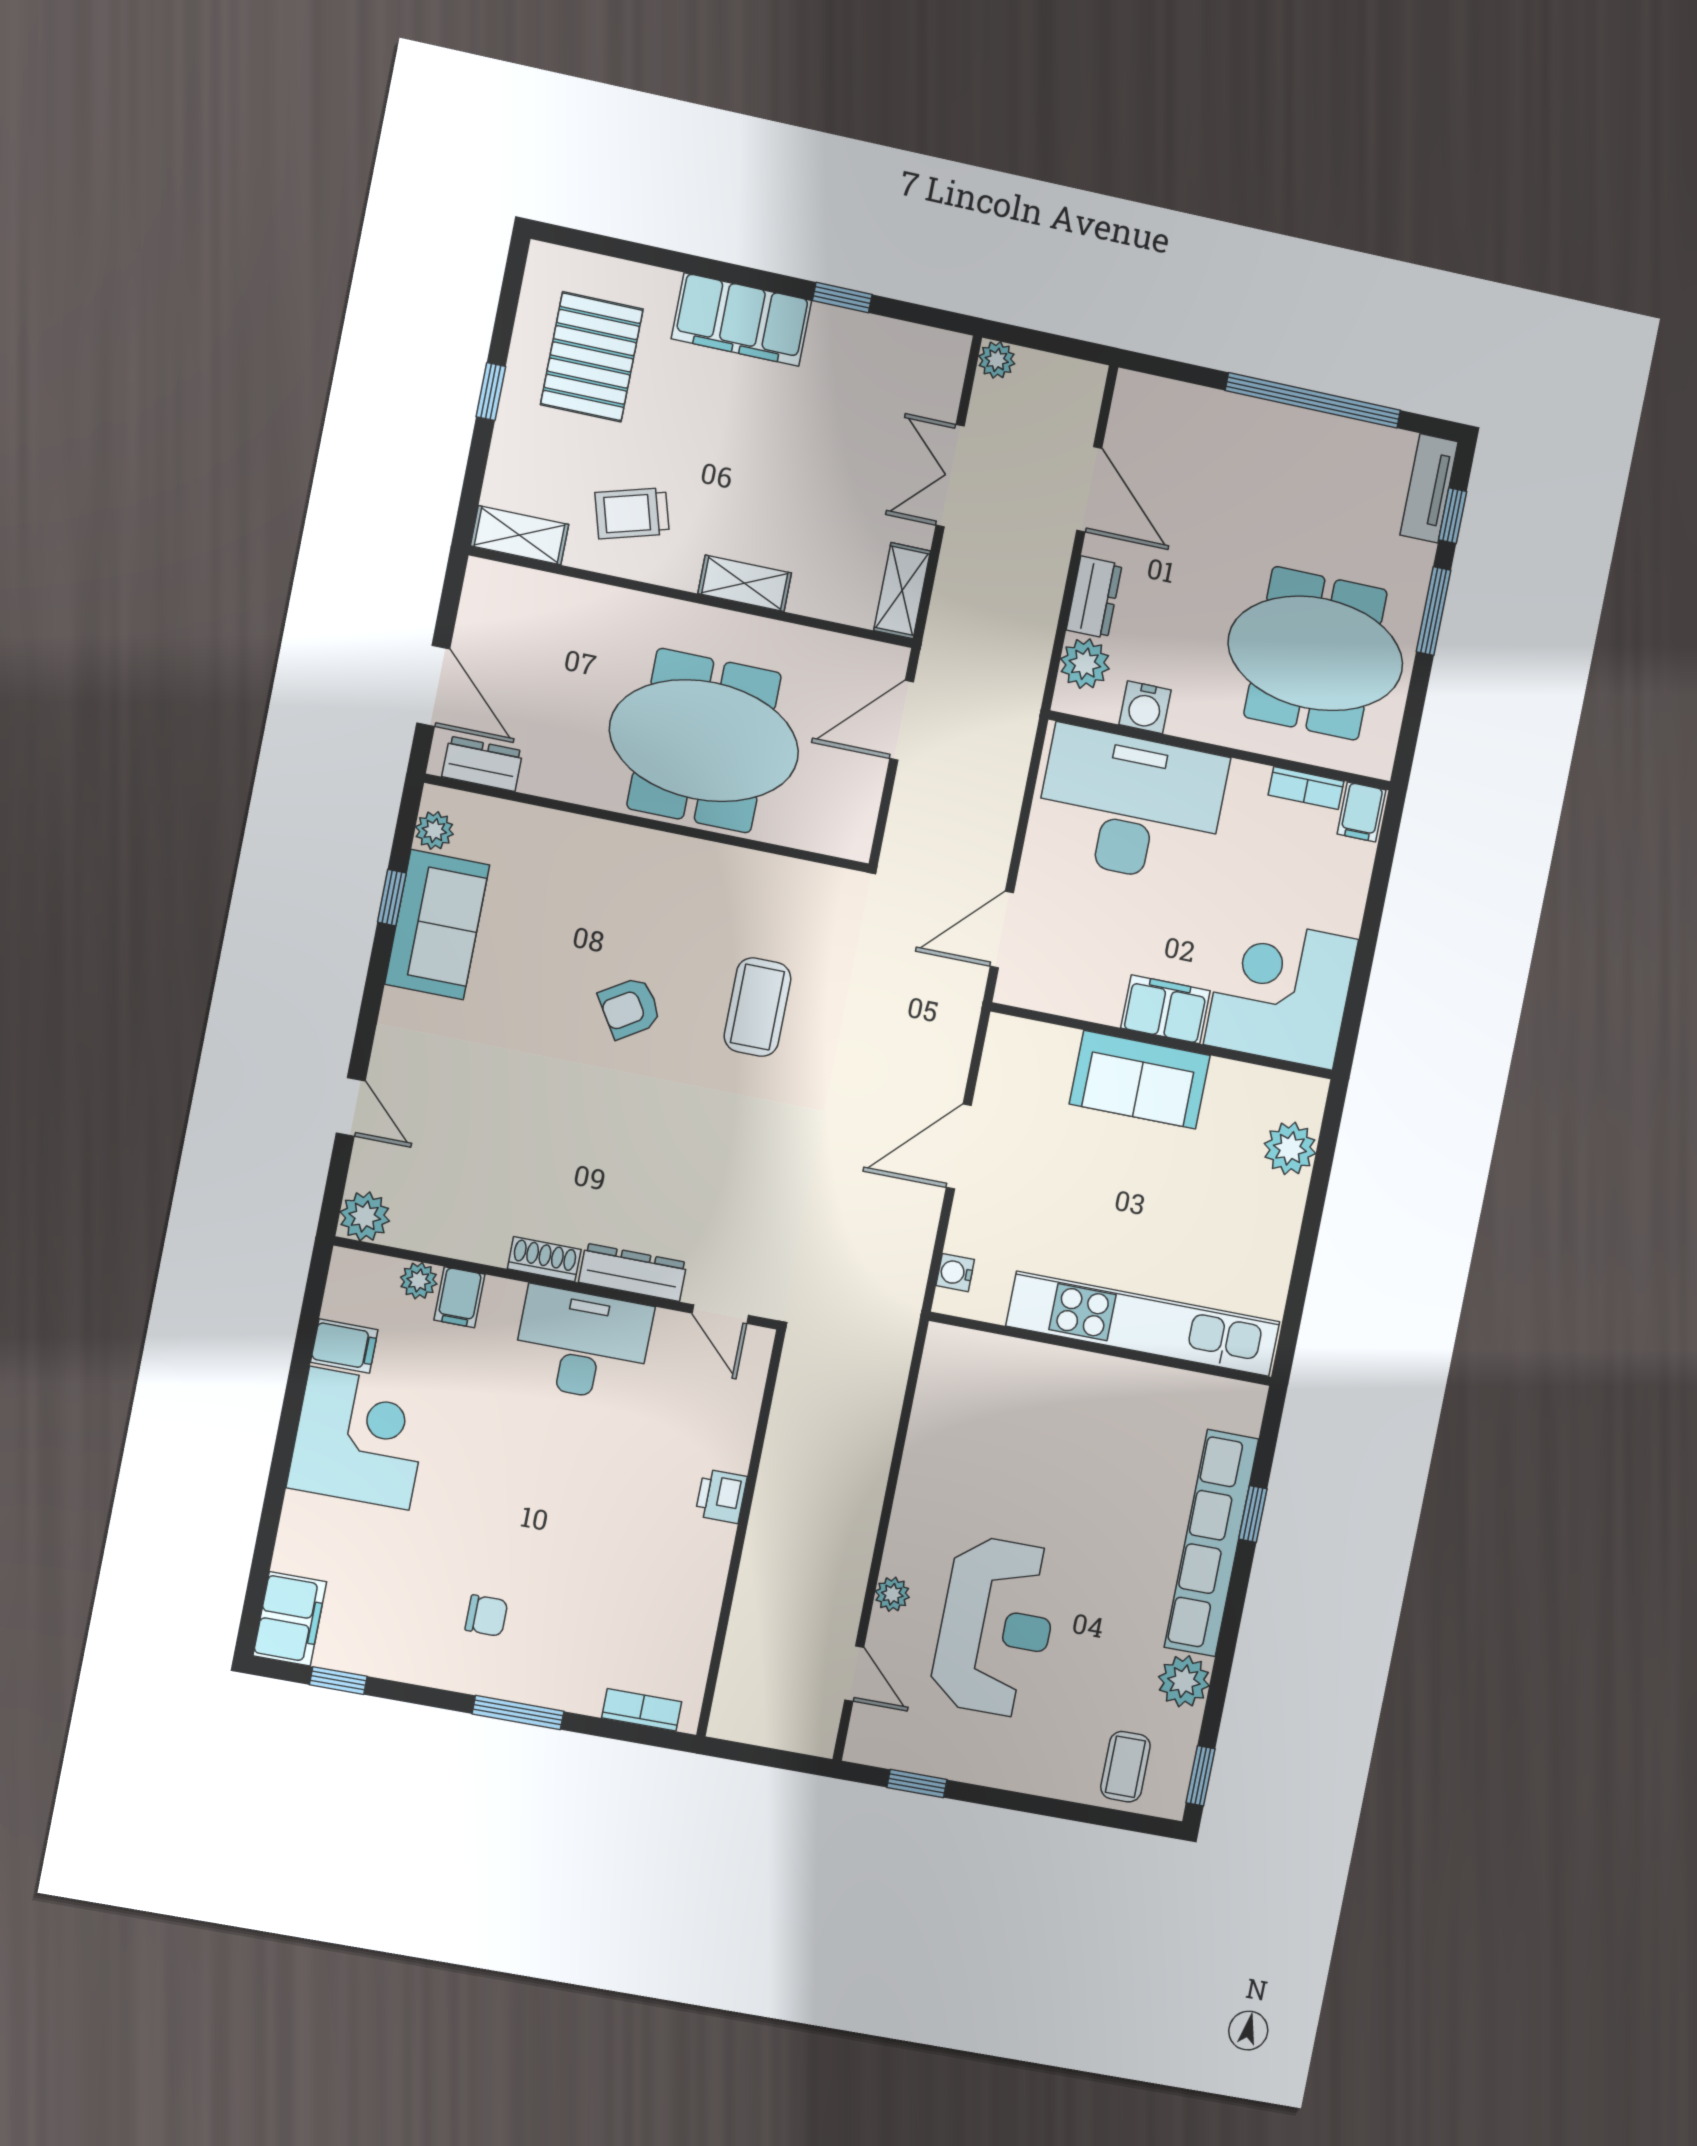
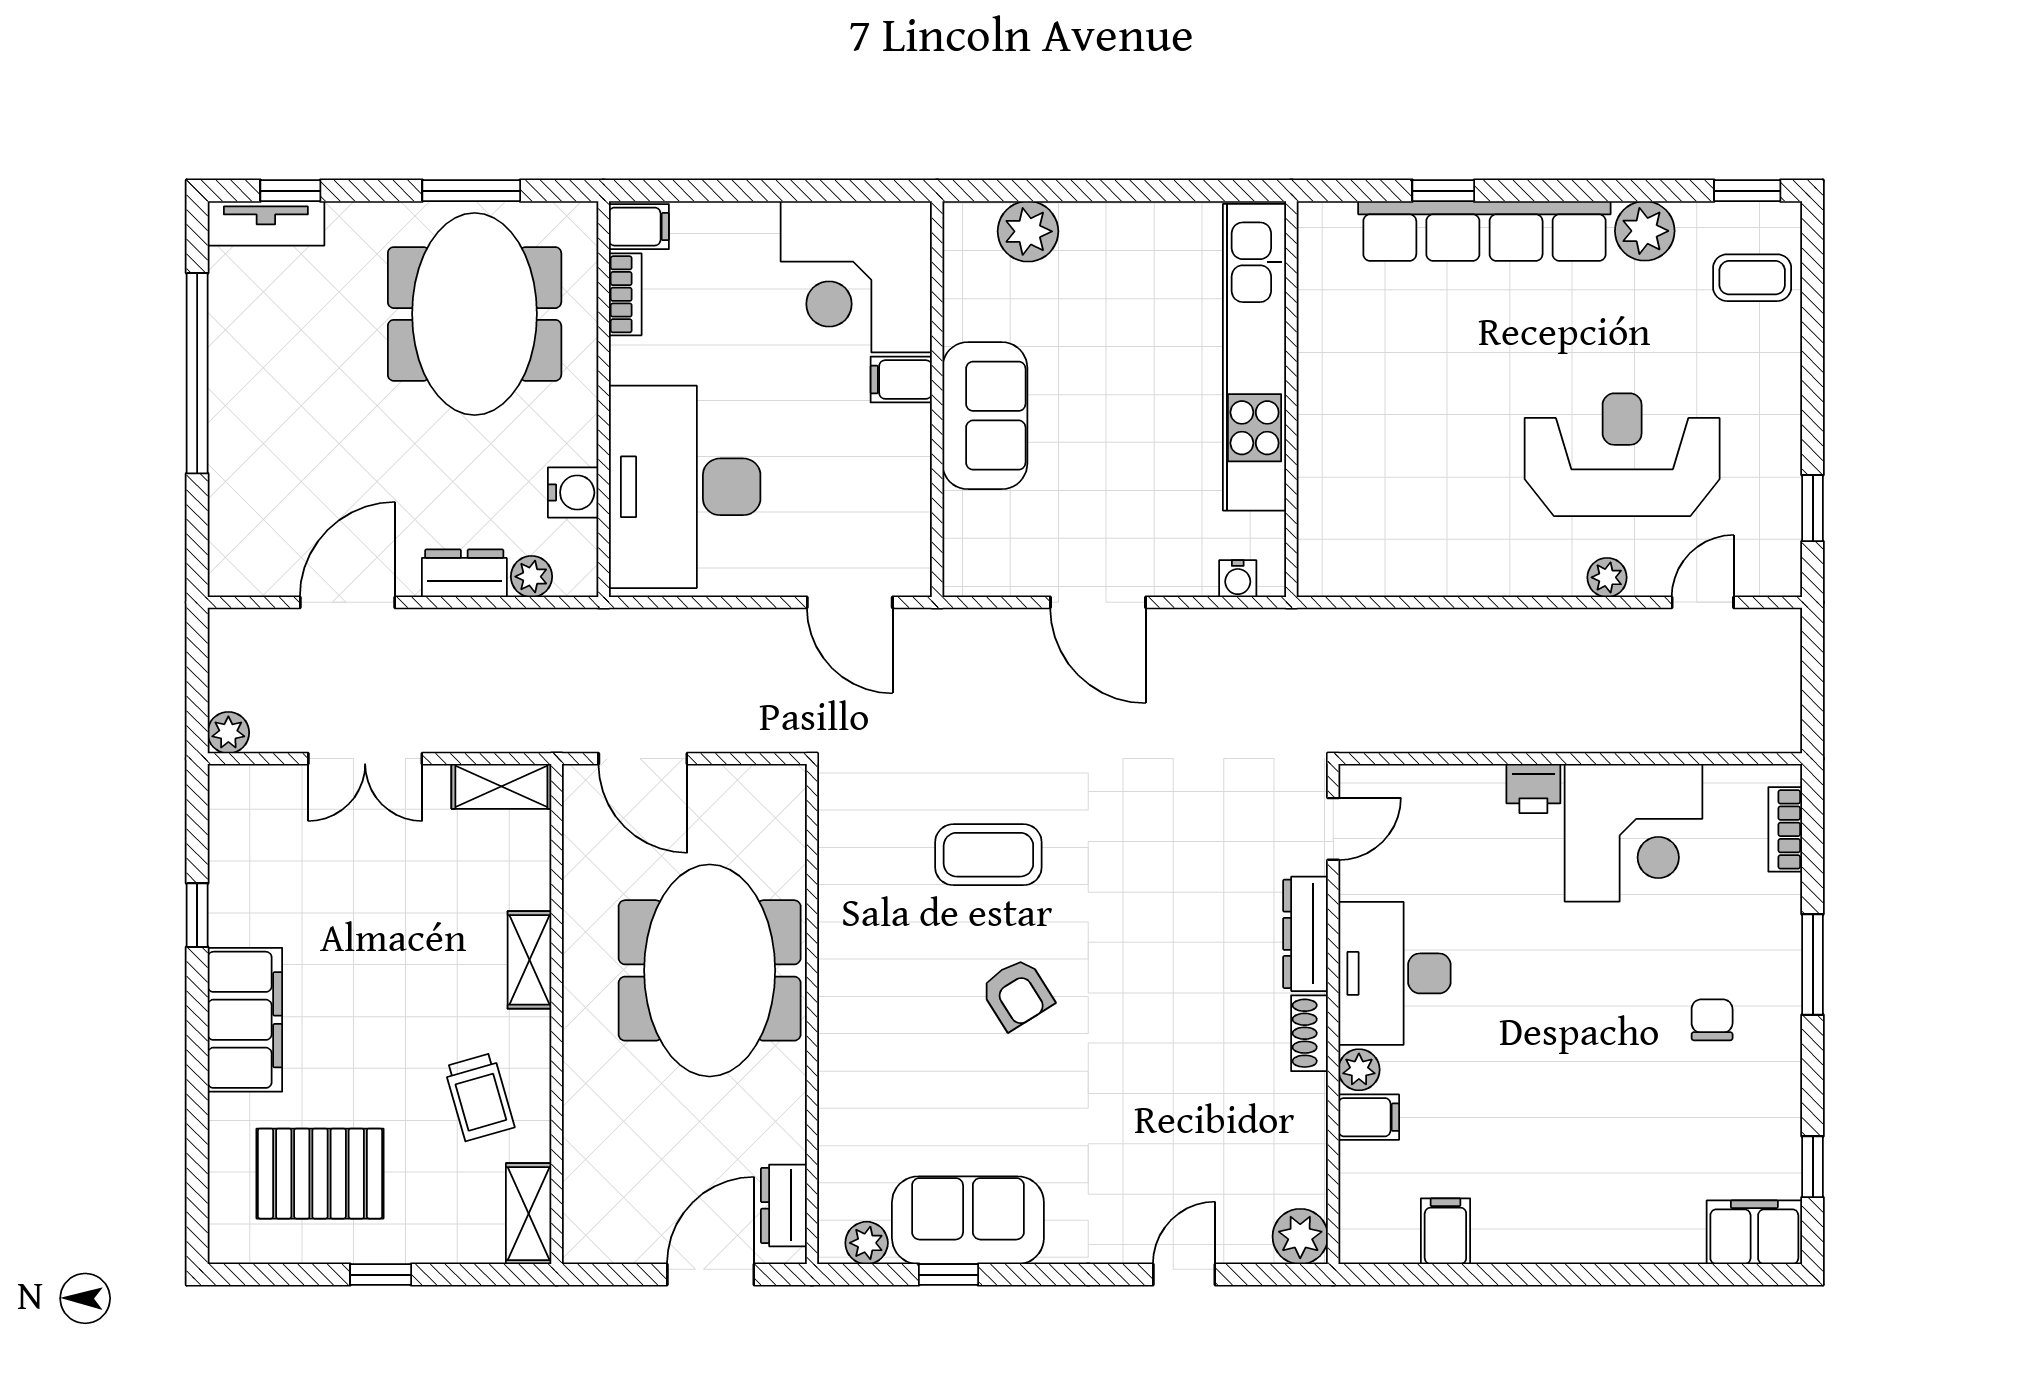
window: (1434, 611) -> (471, 191), moved
plant: (1085, 664) -> (532, 577), width x0.73, depth x0.73
filing cabinet: (1165, 1009) -> (901, 380), width x0.50
plant: (419, 1281) -> (1359, 1070), moved
corner desk: (359, 1438) -> (1633, 833), moved, turned 180

